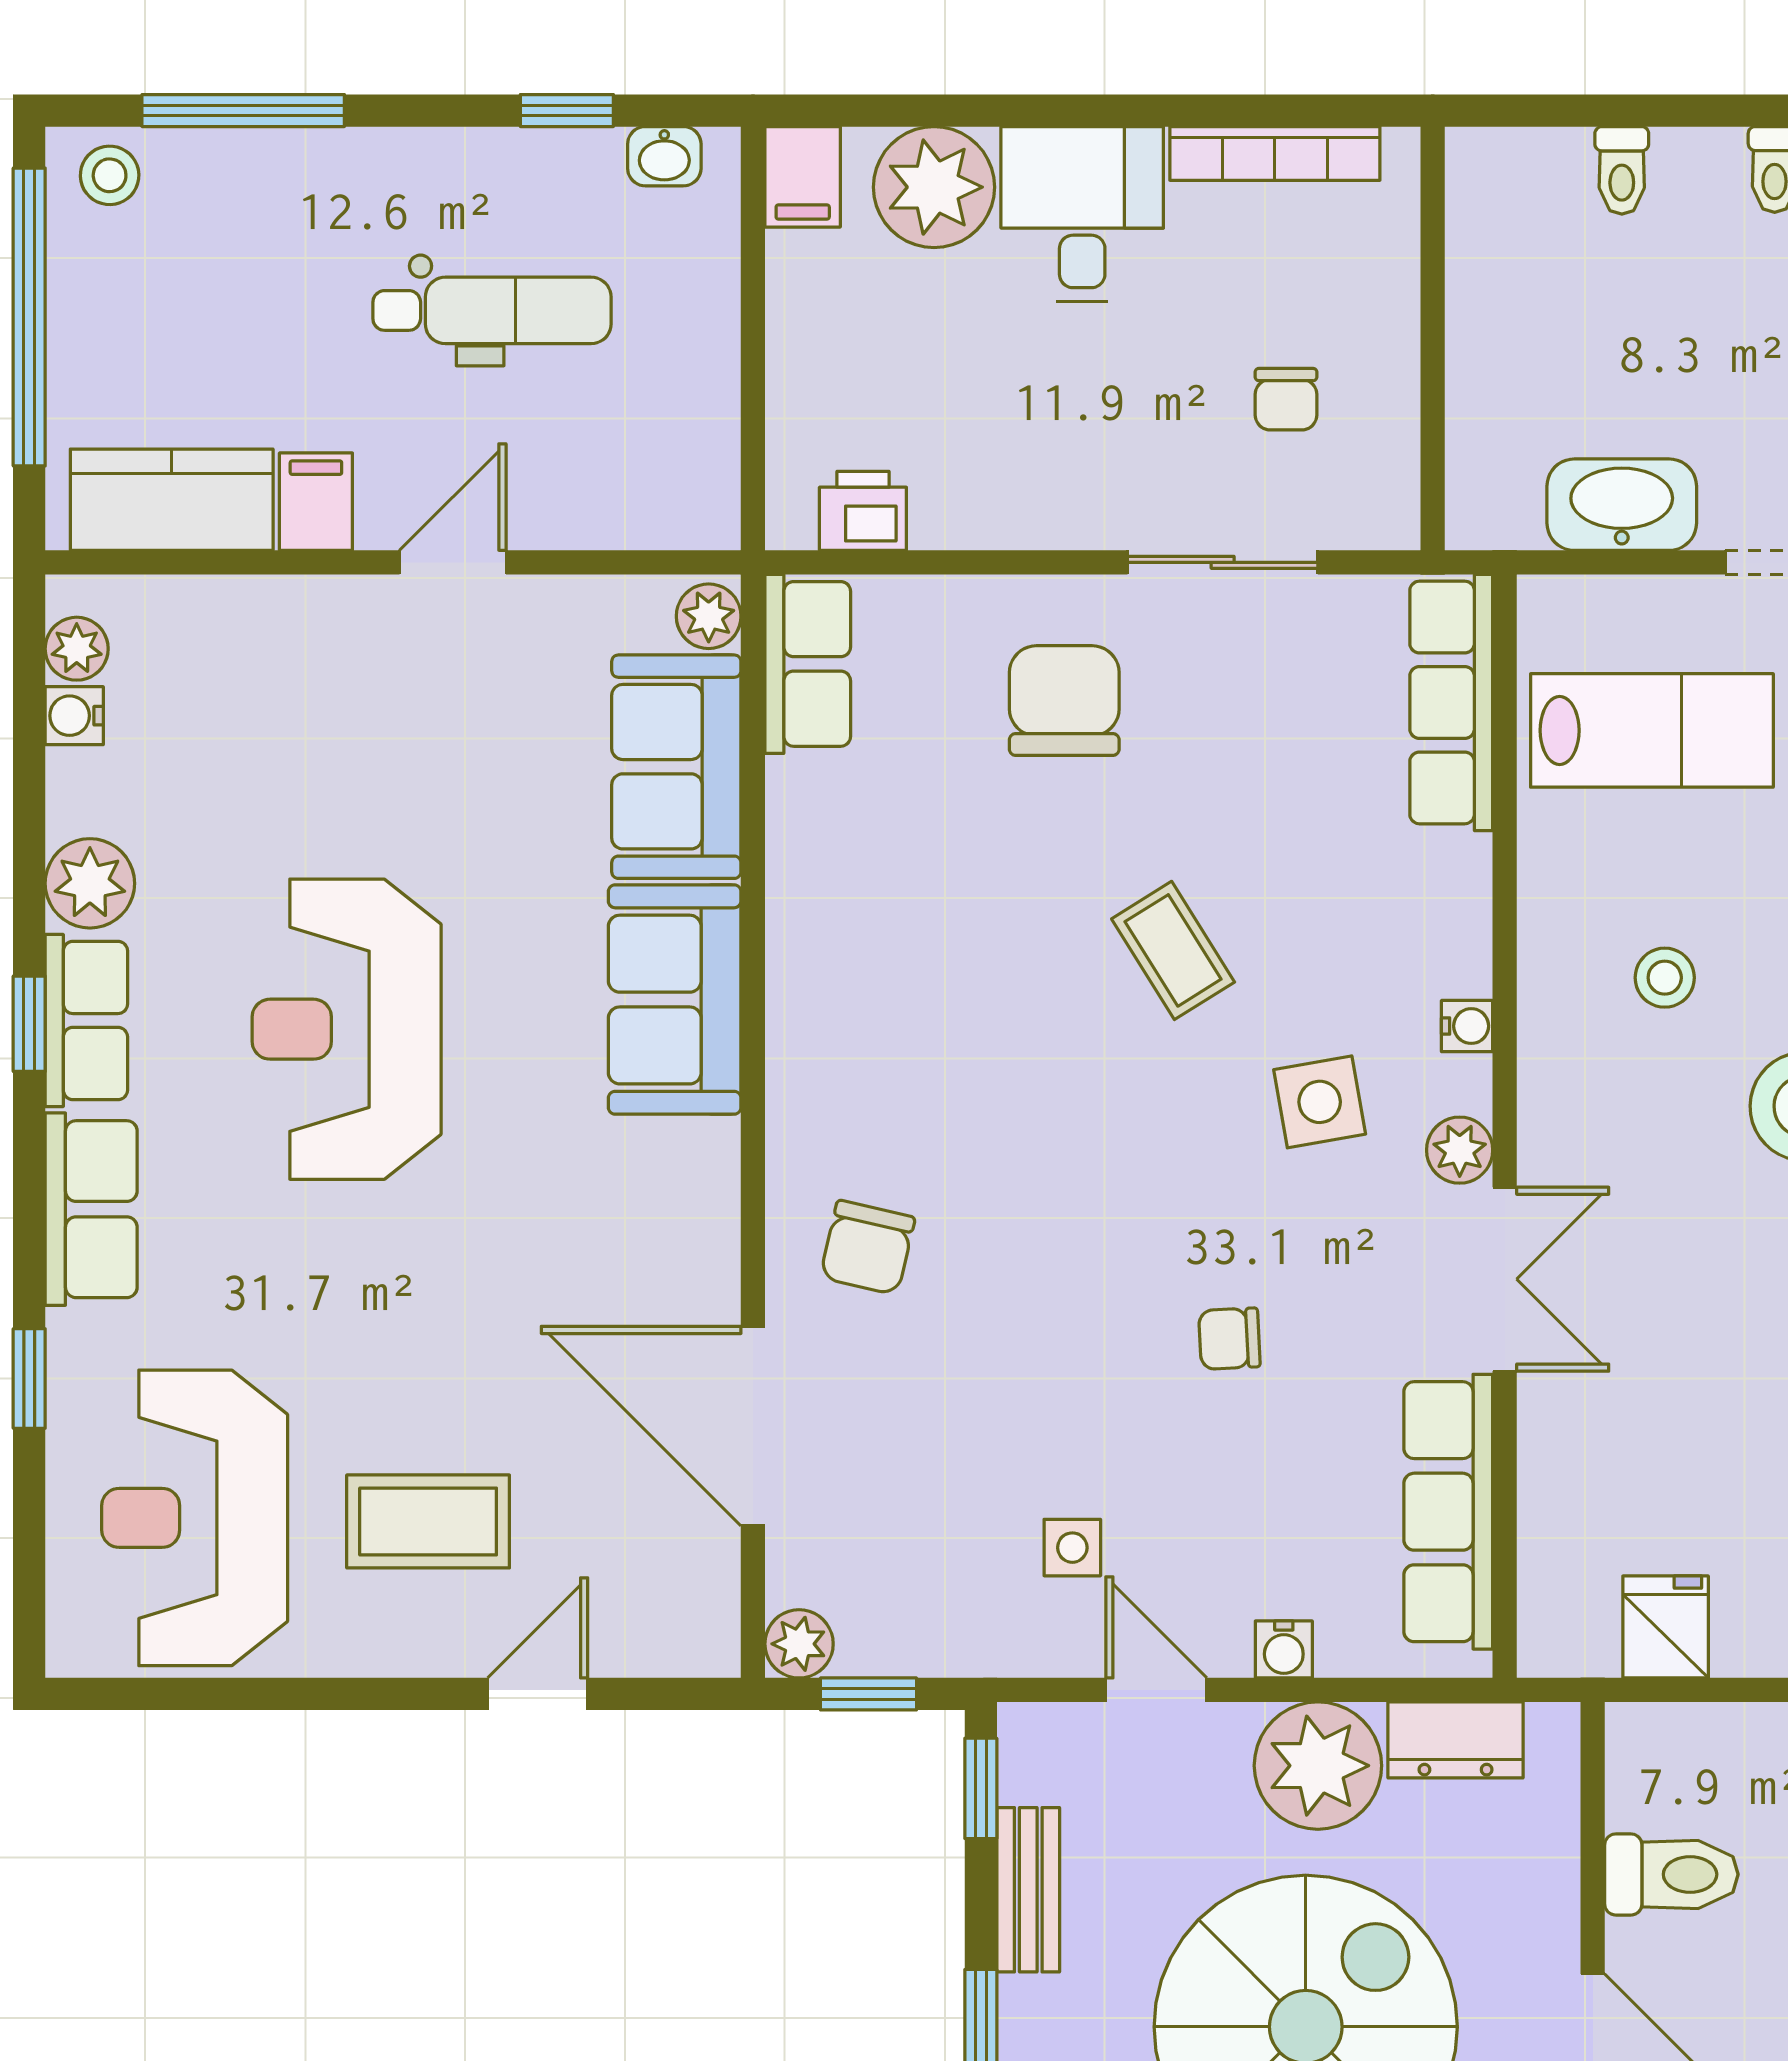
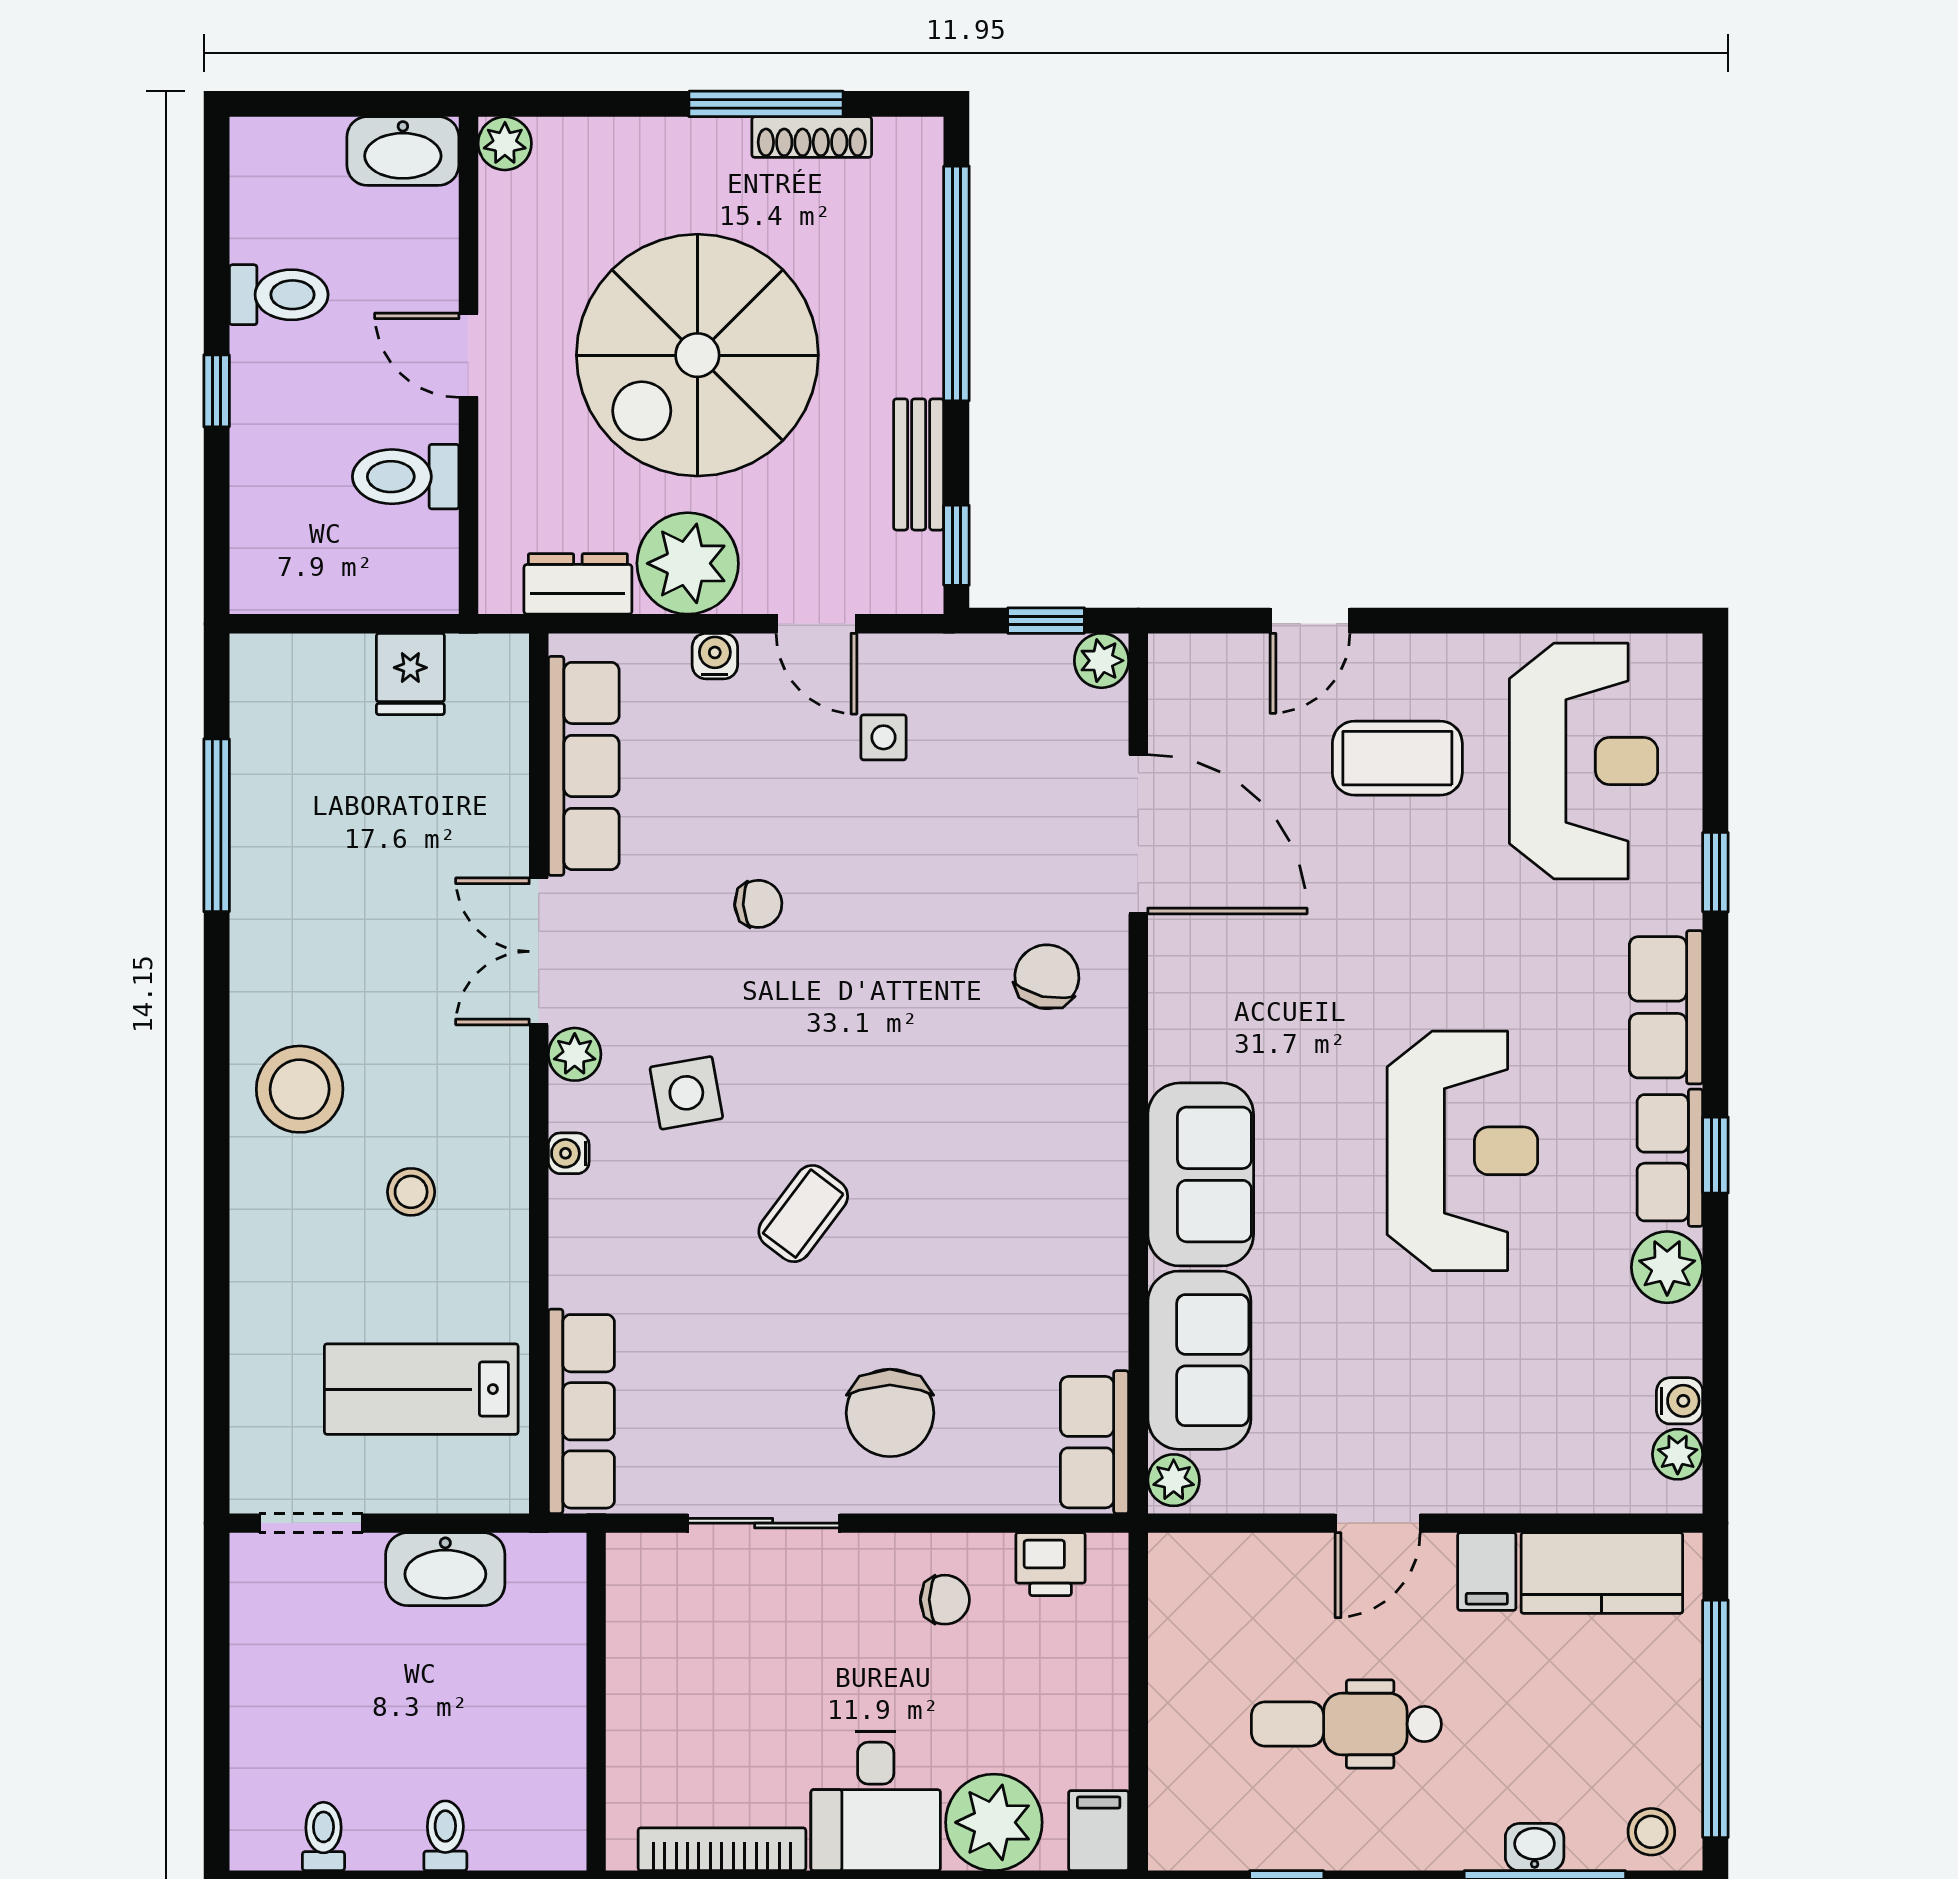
washbasin: (664, 156) -> (1535, 1847), moved
chair: (1286, 399) -> (945, 1600), moved, turned 90
coffee table: (1173, 950) -> (803, 1214), turned 69

